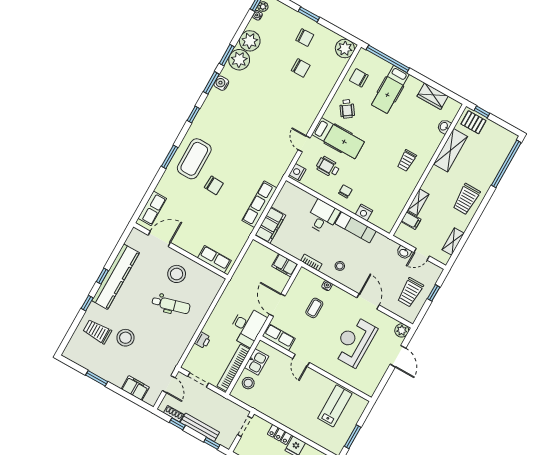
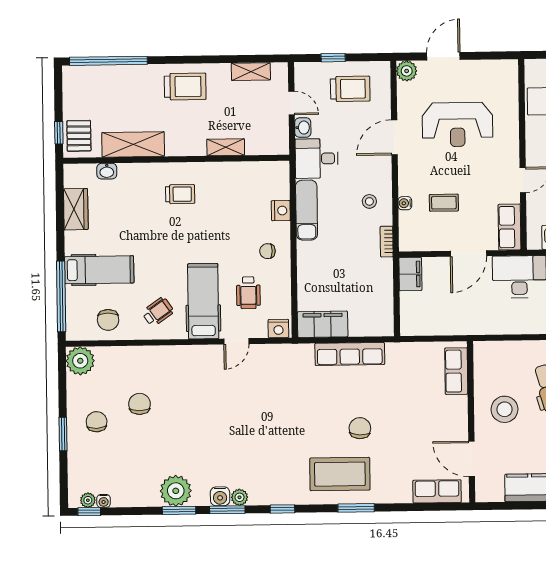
plant: (250, 41) -> (240, 497), moved, width x0.53, depth x0.53
desk: (323, 217) -> (317, 159), moved
filing cabinet: (411, 220) -> (255, 143), removed
filing cabinet: (270, 225) -> (323, 324), moved

